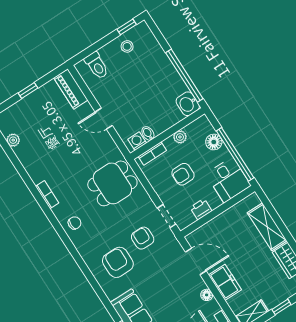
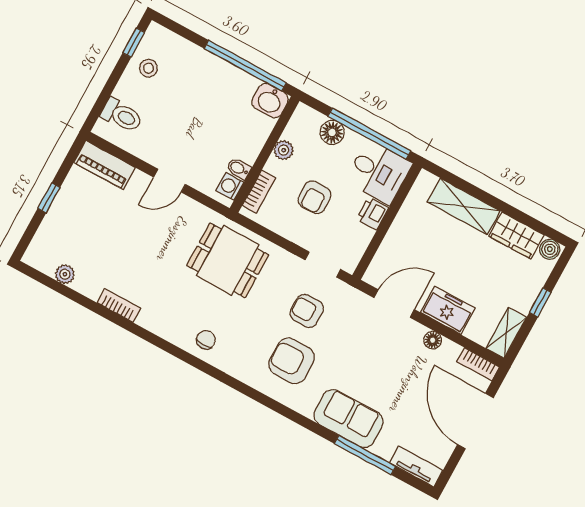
dining table: (112, 183) -> (228, 260), turned 90
bookcase: (47, 195) -> (119, 305), moved
printer: (201, 209) -> (373, 213), moved

